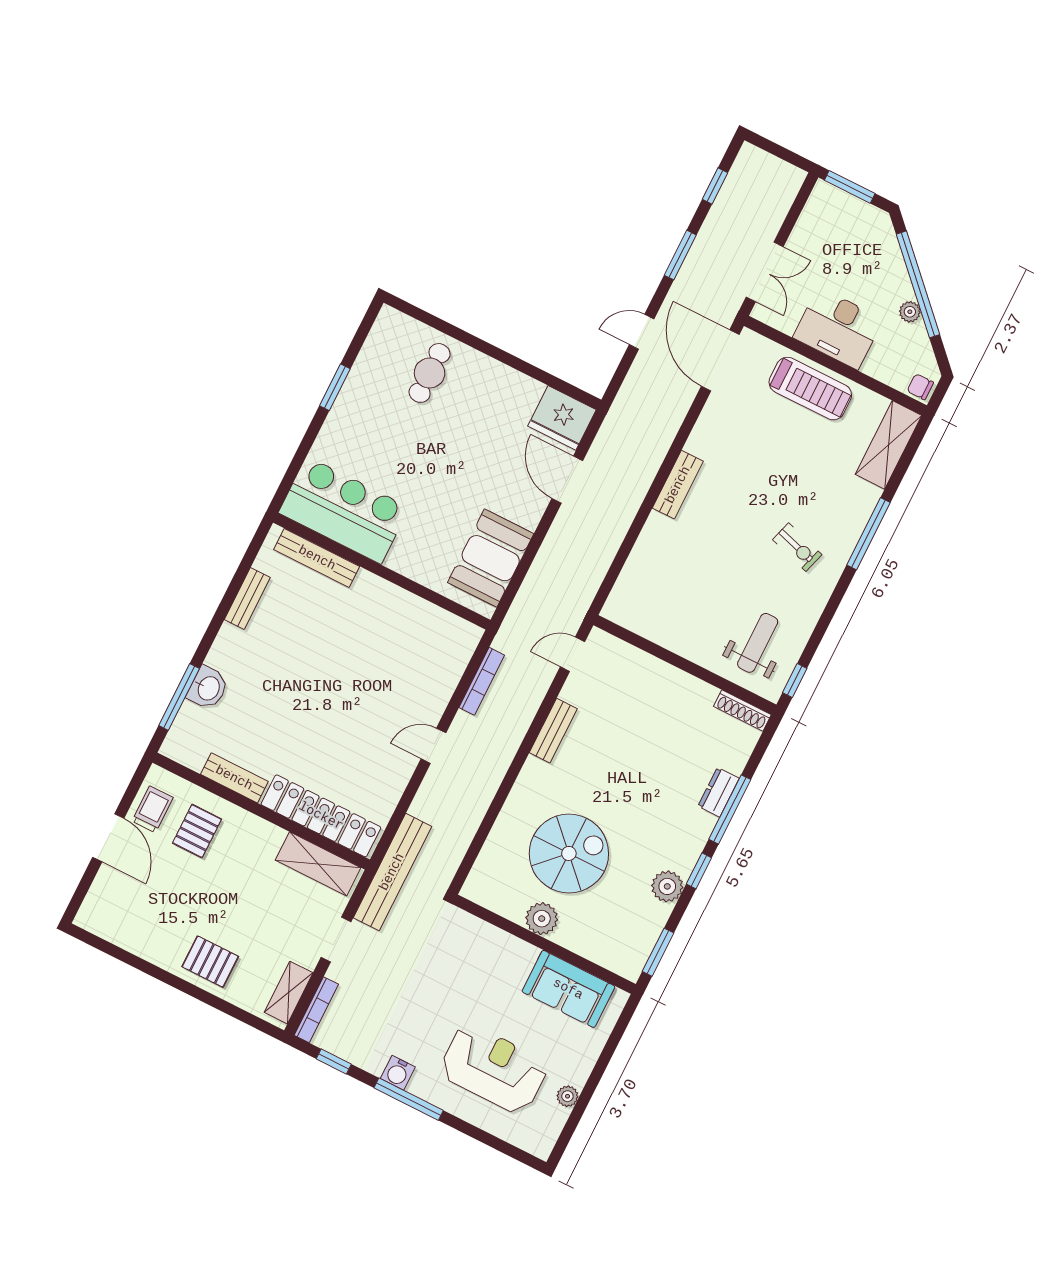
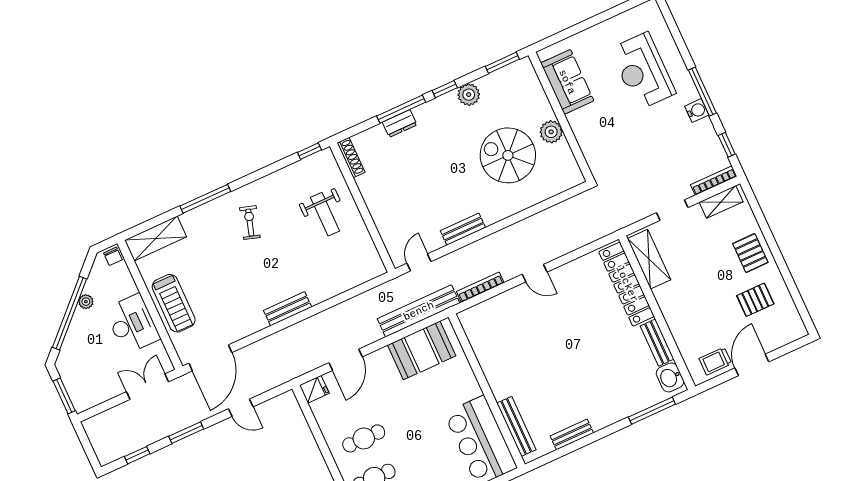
treadmill: (810, 389) -> (174, 303), turned 180
cafe table: (476, 408) -> (364, 438), added
fridge: (562, 418) -> (314, 389), width x0.53, depth x0.75
weight bench: (758, 643) -> (325, 214), moved, turned -90
door: (572, 654) -> (419, 262), swing flipped
washbasin: (208, 688) -> (670, 377), moved, turned -90
pallet: (197, 831) -> (755, 300), moved
bench: (392, 872) -> (419, 311), moved
plant: (567, 1096) -> (615, 24), removed

